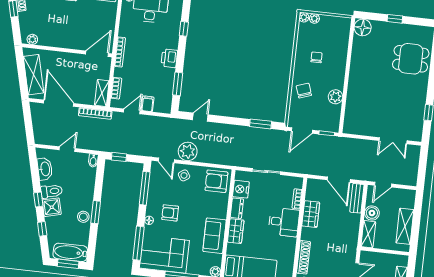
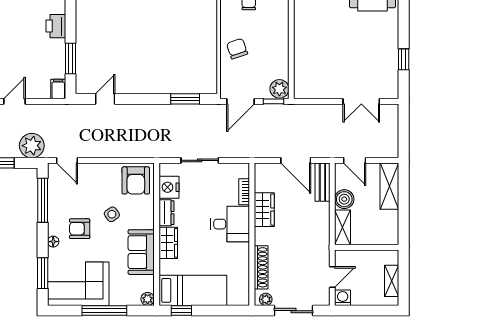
plant: (335, 97) -> (279, 89), moved
filing cabinet: (148, 104) -> (58, 89), moved
plant: (188, 151) -> (32, 146), moved
side table: (184, 175) -> (112, 214), moved
armchair: (216, 181) -> (136, 180), turned -90
door: (383, 185) -> (355, 160), hinge flipped
shelving: (405, 226) -> (389, 186), moved
window: (138, 243) -> (43, 273), width x0.69

